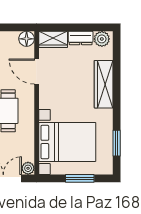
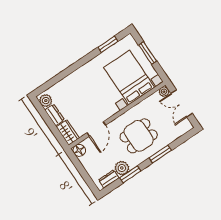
wardrobe: (104, 84) -> (75, 79), removed

